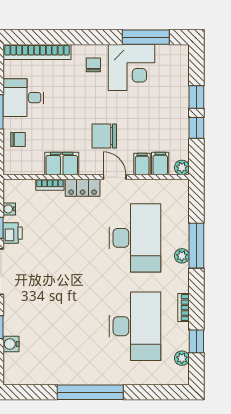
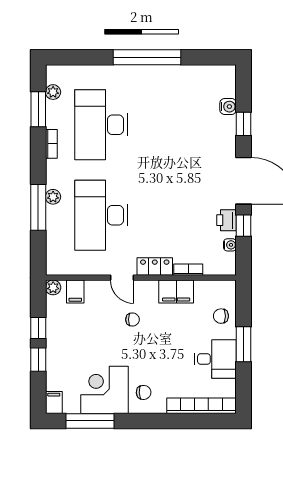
chair: (93, 65) -> (144, 392), turned -93
chair: (104, 136) -> (132, 320), width x0.54, depth x0.54
filing cabinet: (142, 164) -> (54, 402), moved, turned 180
window: (196, 341) -> (38, 109), width x1.50

